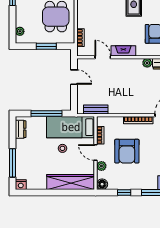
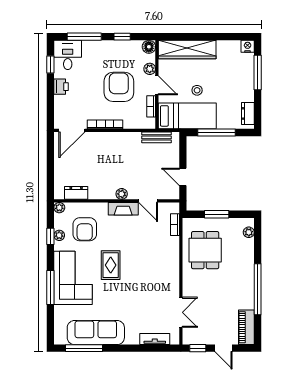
plant: (147, 63) -> (122, 194), moved

